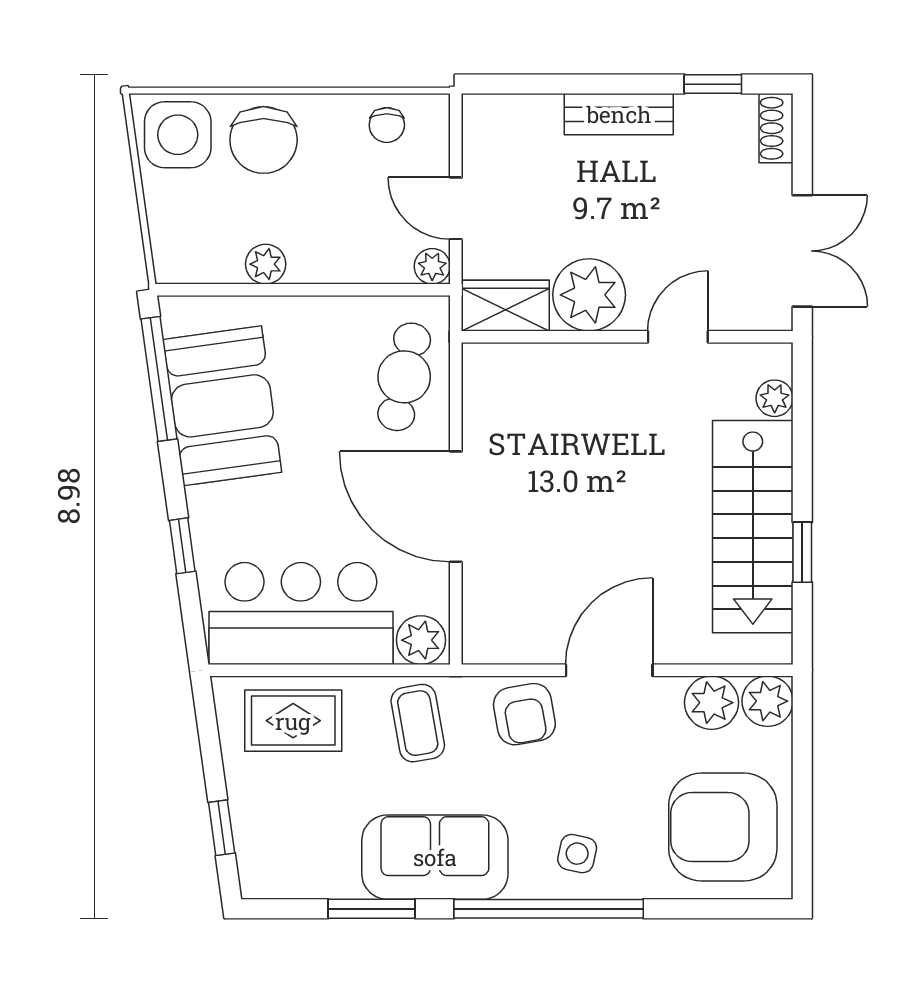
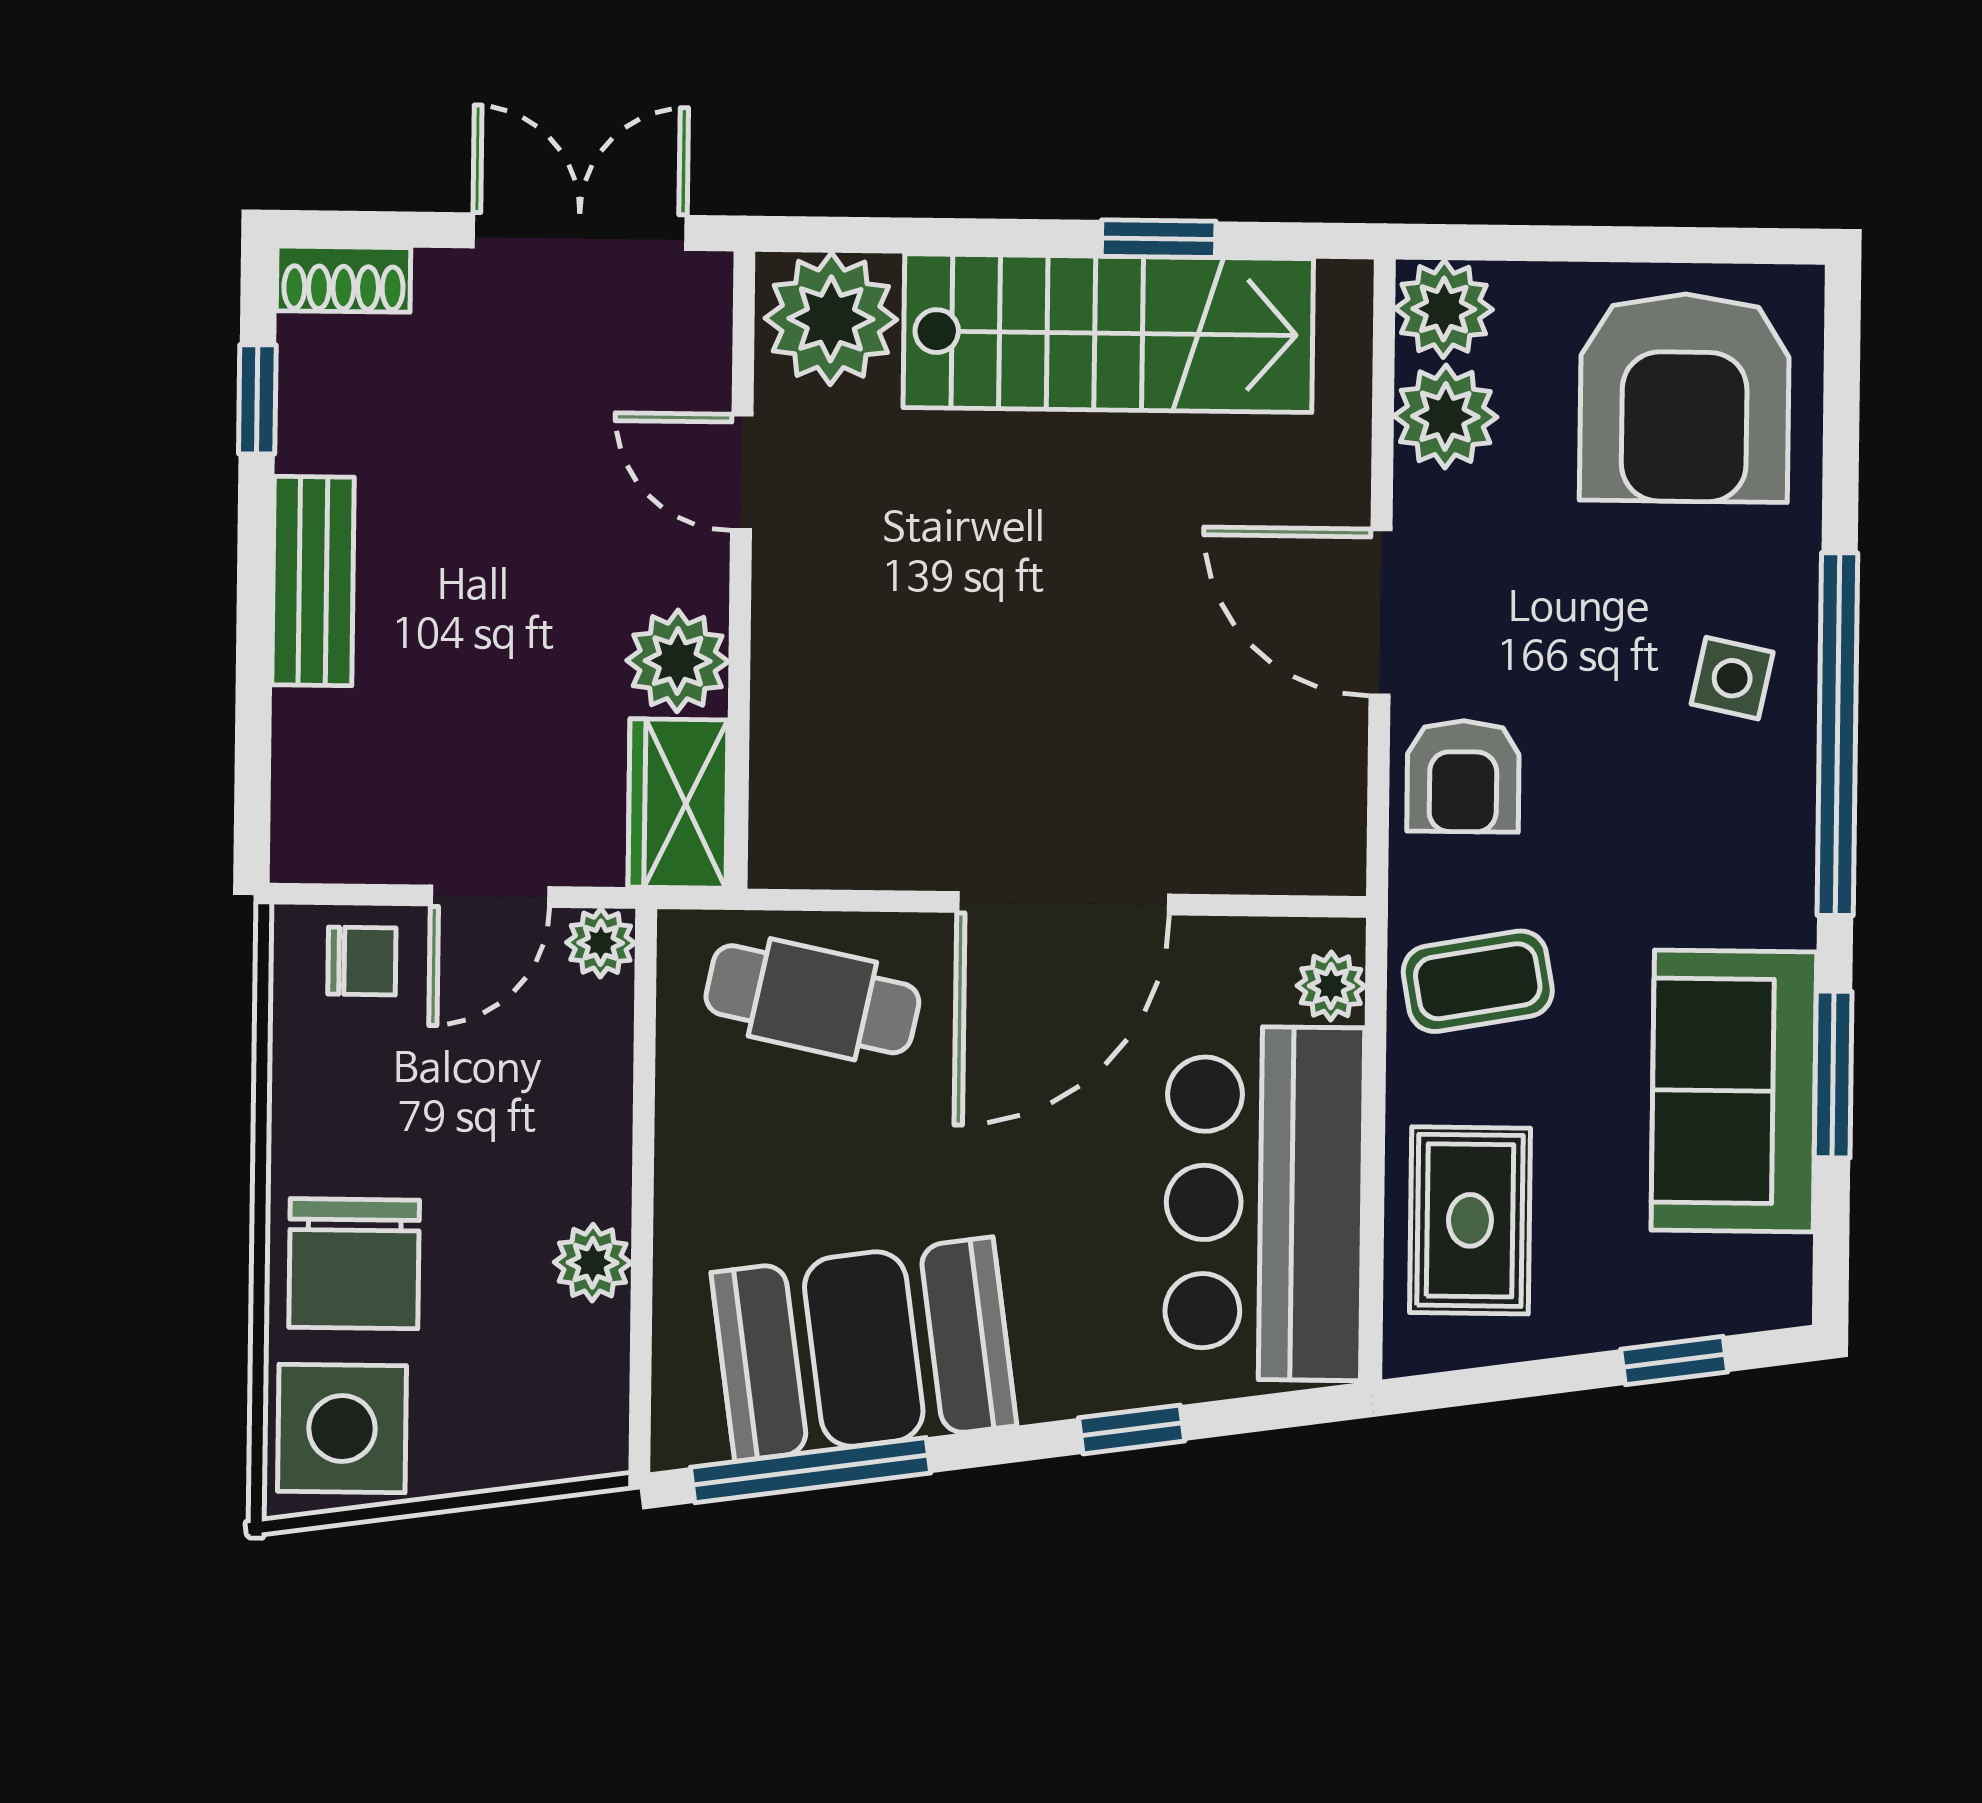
chair: (387, 125) -> (362, 961), moved
chair: (264, 140) -> (354, 1264), turned 90
plant: (589, 295) -> (678, 661), width x0.73, depth x0.73
plant: (775, 398) -> (831, 319), width x1.87, depth x1.87
plant: (421, 640) -> (1331, 986), width x0.73, depth x0.73
armchair: (524, 714) -> (1463, 776), turned 100
sofa: (435, 857) -> (1734, 1091), moved

